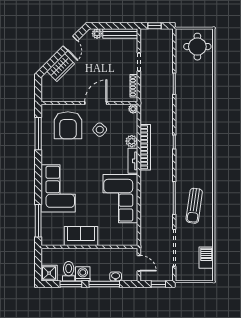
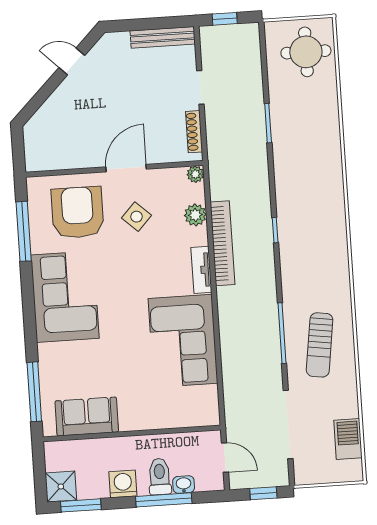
plant: (97, 34) -> (120, 40), removed
door: (70, 43) -> (72, 62), swing flipped
wardrobe: (61, 68) -> (57, 107), removed
armchair: (68, 125) -> (78, 212), turned 180
plant: (132, 141) -> (195, 215), moved
corner sofa: (58, 188) -> (65, 297), moved
sofa: (81, 236) -> (87, 416), moved
toilet: (69, 271) -> (160, 477), moved
window: (71, 284) -> (81, 505), moved

